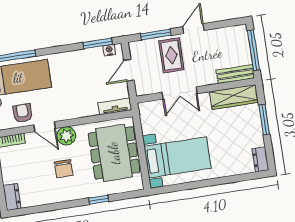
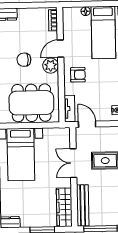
door: (129, 70) -> (87, 124), moved
bench: (235, 74) -> (83, 205), width x1.36
armchair: (23, 113) -> (78, 75), moved

